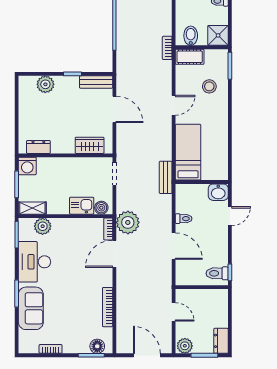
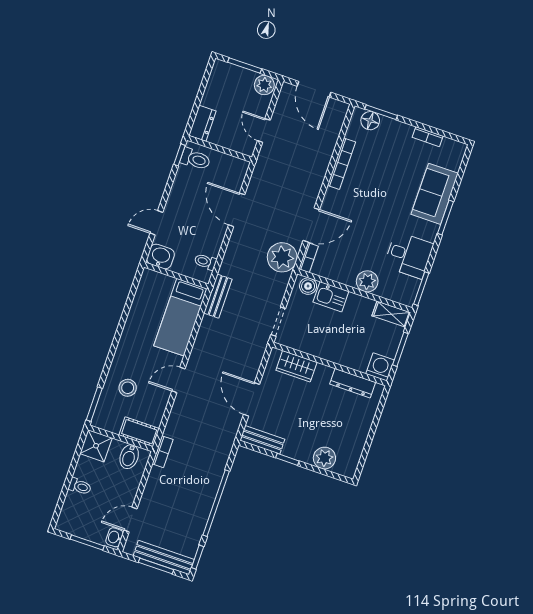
dresser: (38, 147) -> (353, 383), width x1.44
toilet: (184, 219) -> (205, 262), moved
plant: (43, 226) -> (367, 281), moved
desk: (34, 262) -> (409, 255), width x0.73
dresser: (221, 341) -> (202, 123), moved

